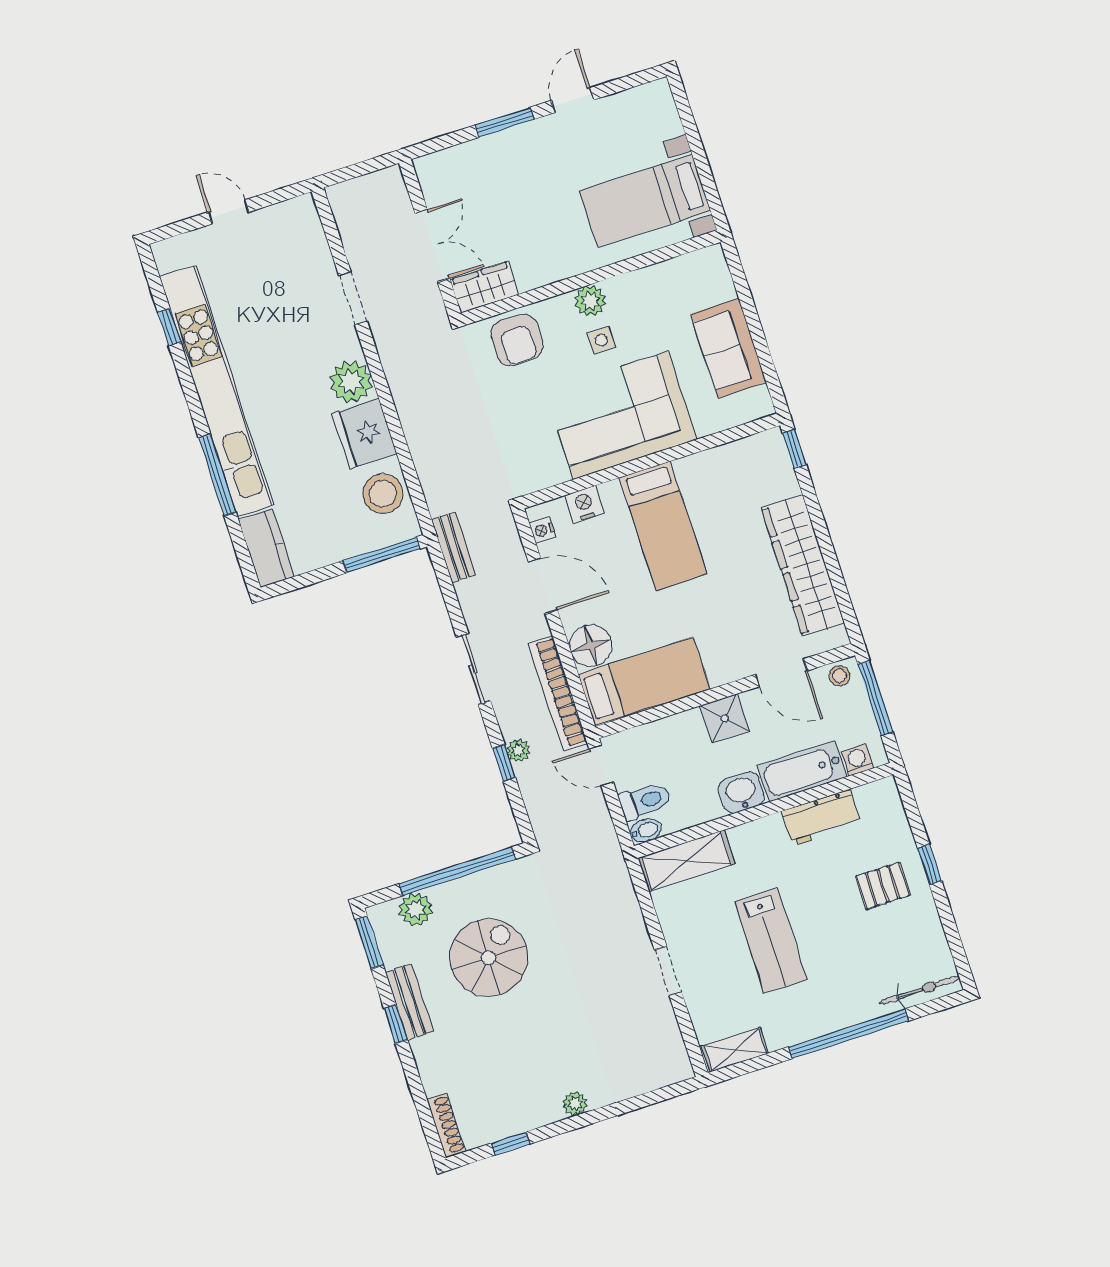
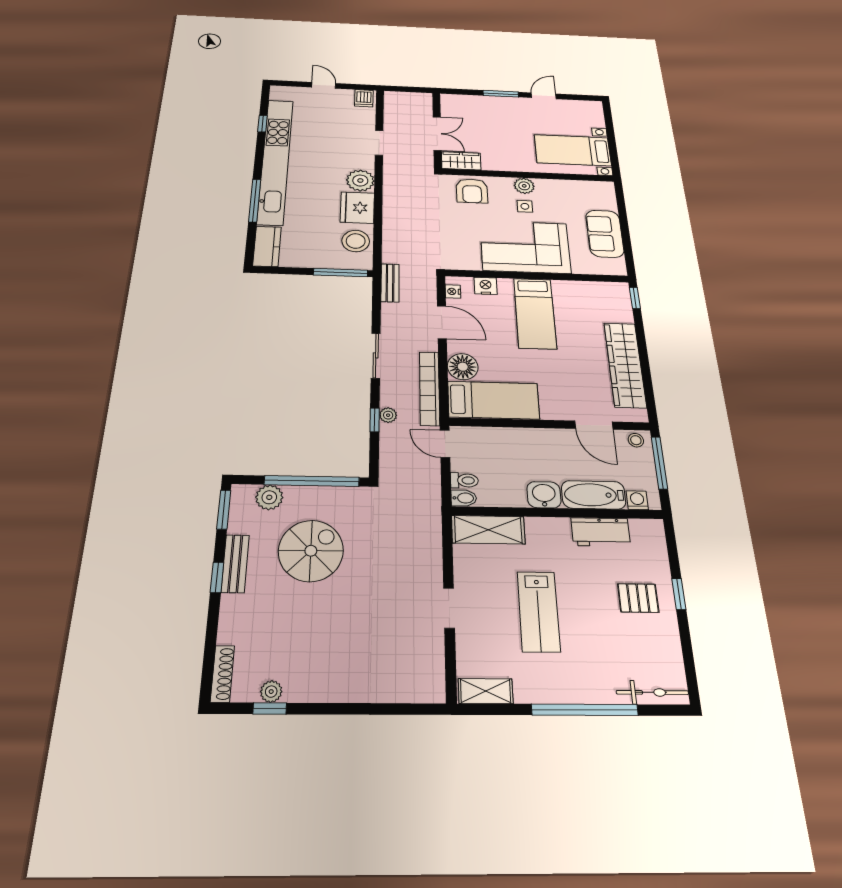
dishwasher: (299, 215) -> (364, 98), added
shower: (725, 718) -> (545, 441), removed
toilet: (645, 801) -> (464, 480), width x0.73, depth x0.72
plant: (575, 1104) -> (271, 692), moved

